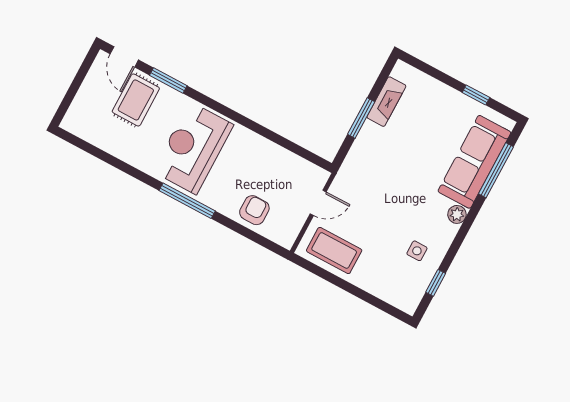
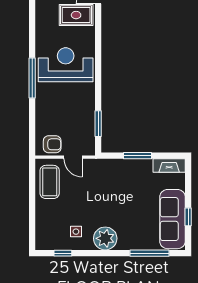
window: (168, 80) -> (98, 124), moved
fireplace: (386, 102) -> (169, 165), moved
sofa: (474, 162) -> (172, 219), moved, turned -90
armchair: (254, 210) -> (52, 144), moved
plant: (457, 214) -> (105, 238), width x1.88, depth x1.88

